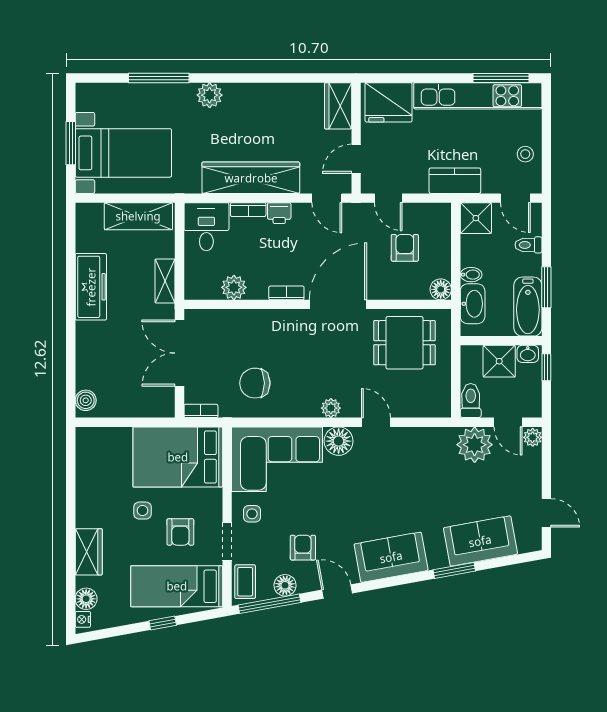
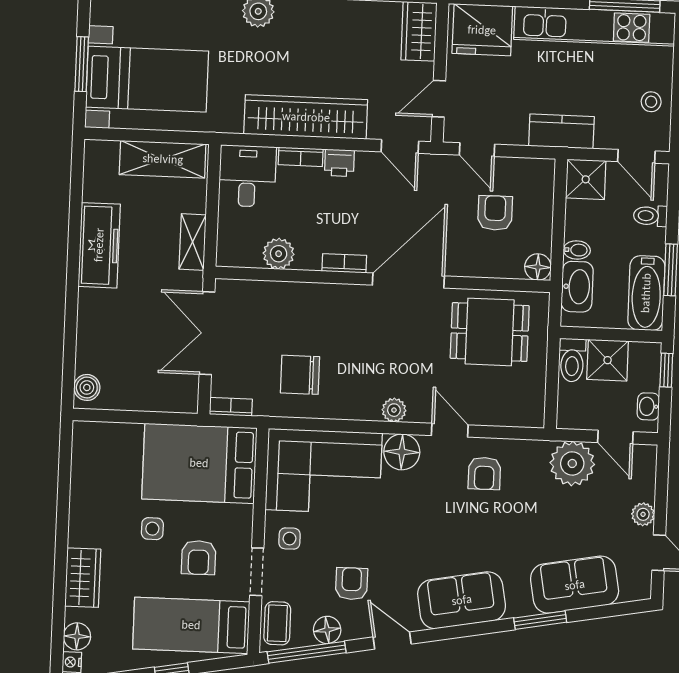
washbasin: (528, 354) -> (648, 406), moved, turned 90
toilet: (471, 401) -> (572, 360), moved, turned 180
plant: (533, 437) -> (643, 514), moved
armchair: (405, 455) -> (484, 473), added

